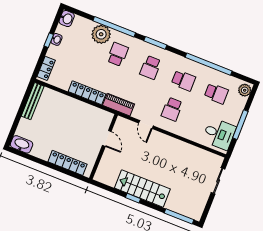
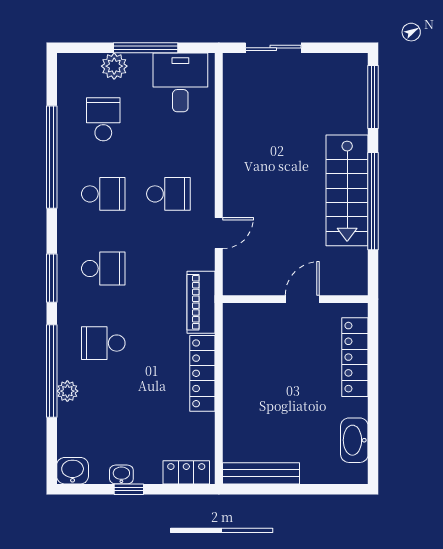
plant: (101, 34) -> (67, 391), width x0.53, depth x0.53
school desk: (183, 80) -> (103, 194), turned 90
plant: (245, 90) -> (114, 66), moved
door: (107, 138) -> (302, 299), moved
washbasin: (22, 144) -> (354, 440), moved
window: (133, 198) -> (373, 201), width x3.17

